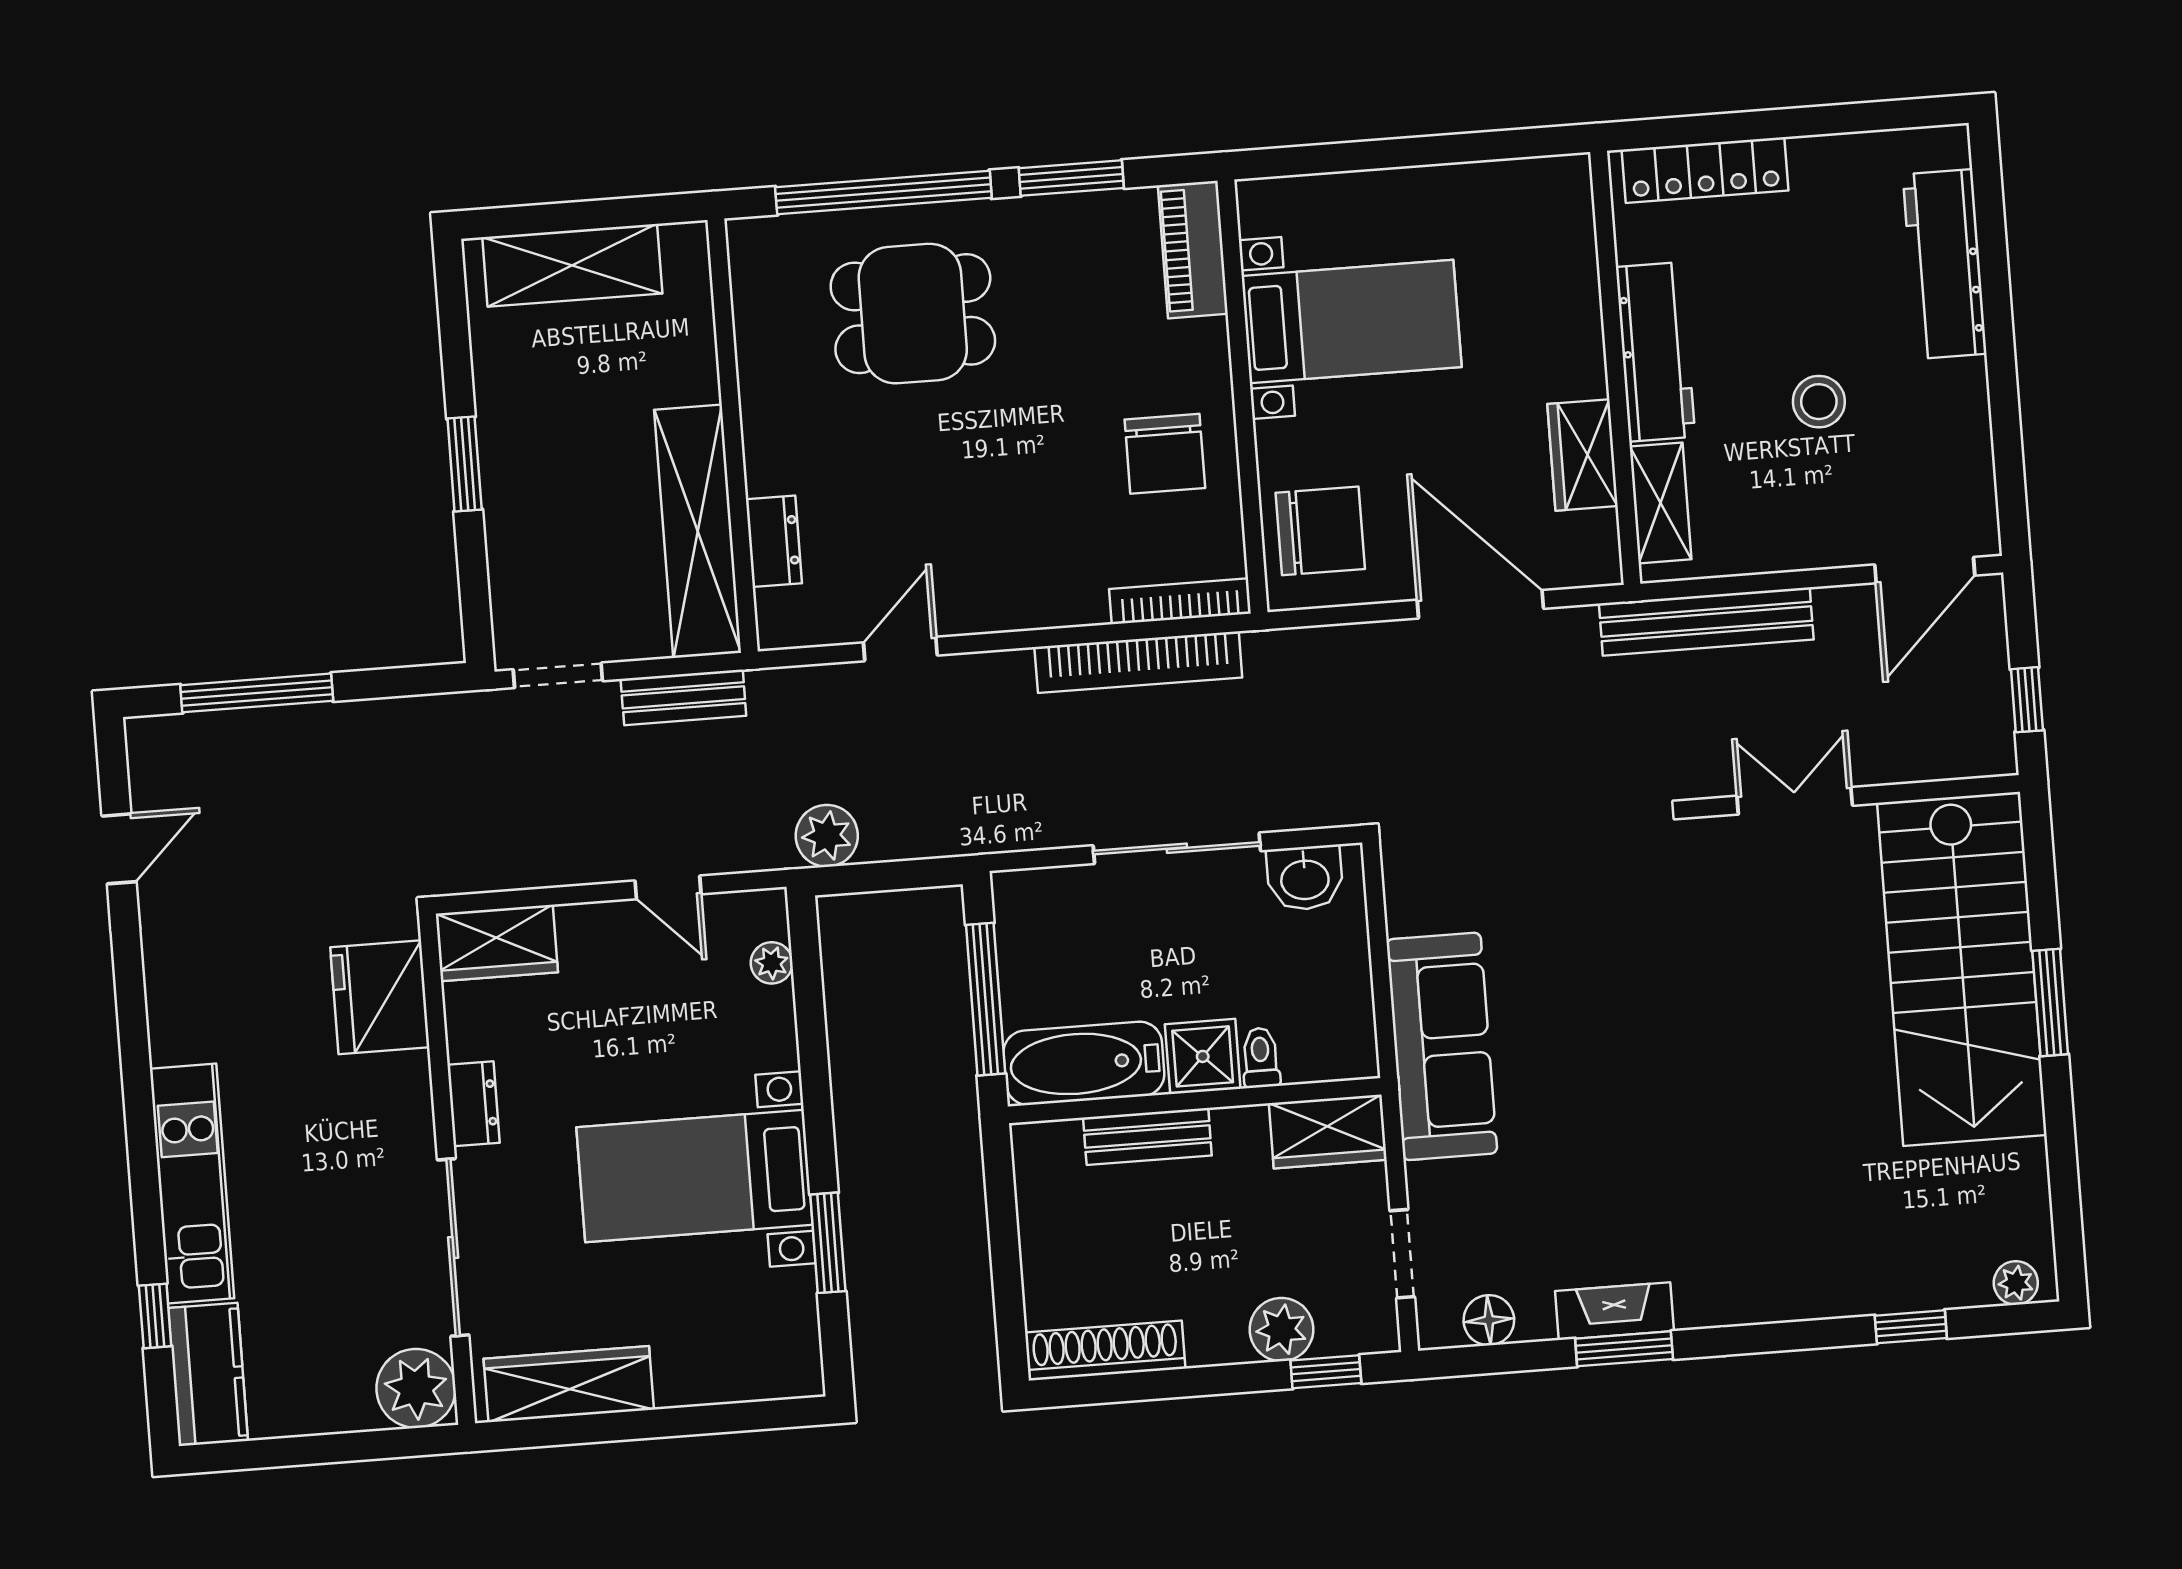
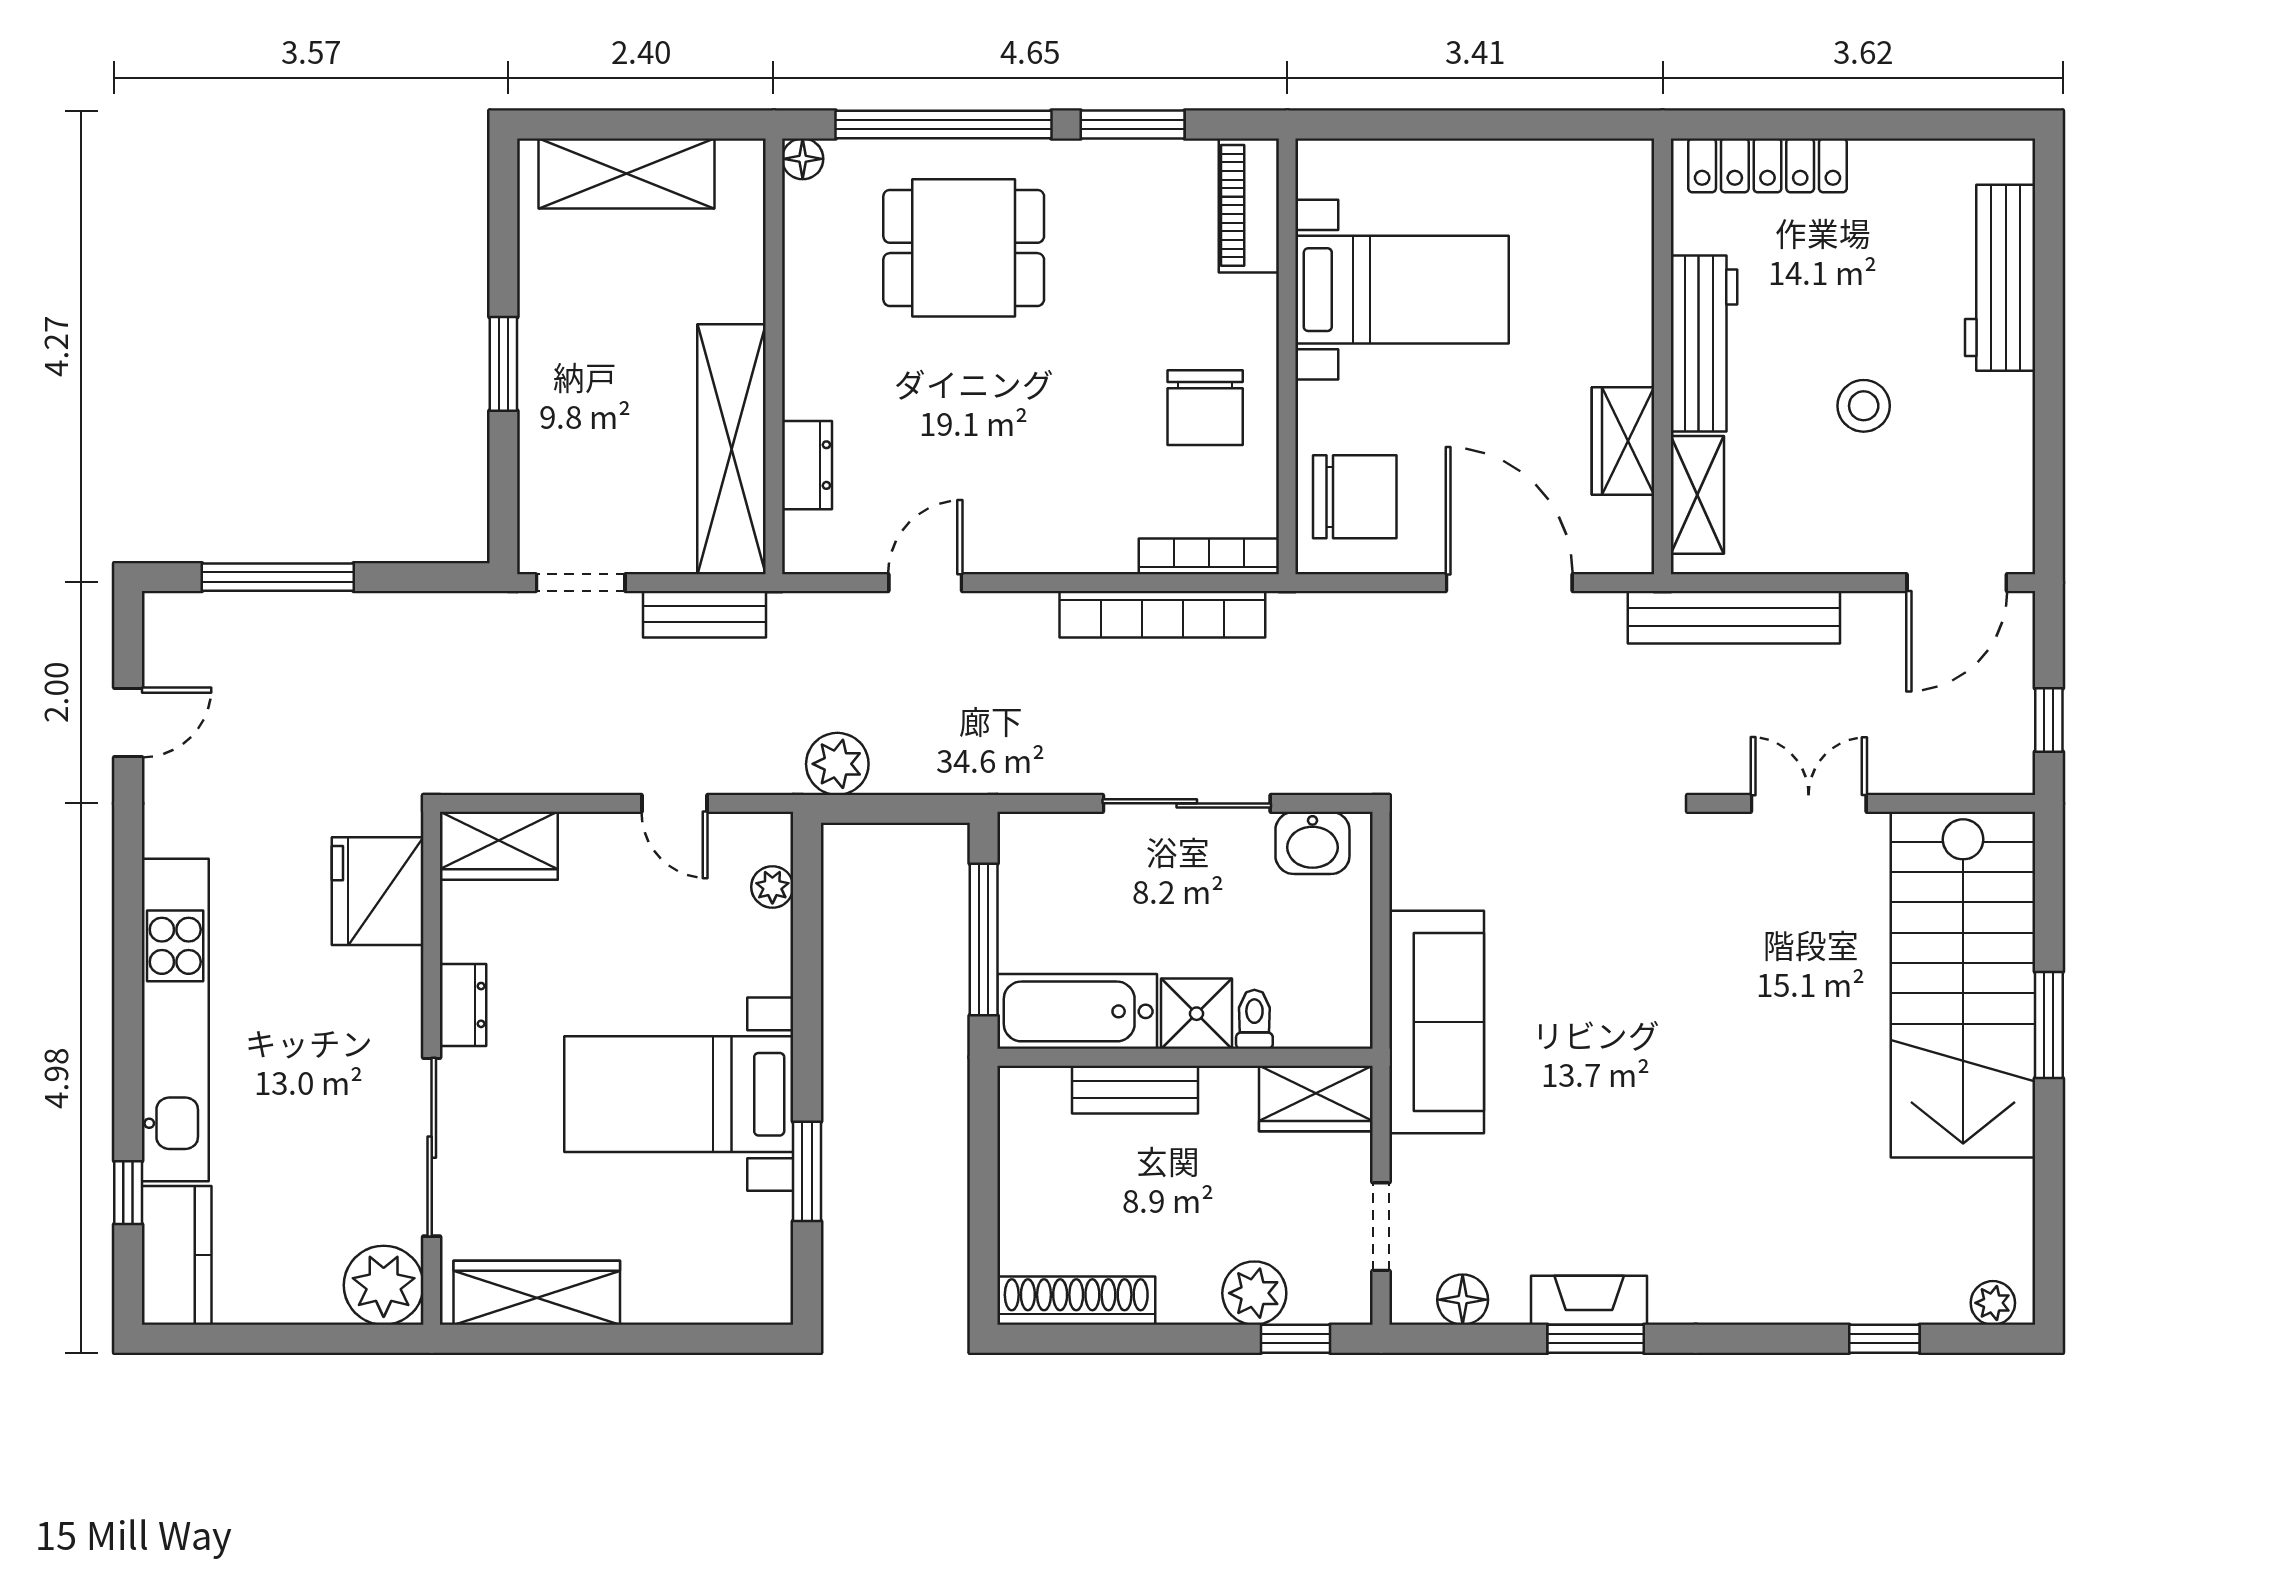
floor lamp: (746, 237) -> (803, 159), added
kitchen unit: (192, 1184) -> (175, 1020), width x1.36

